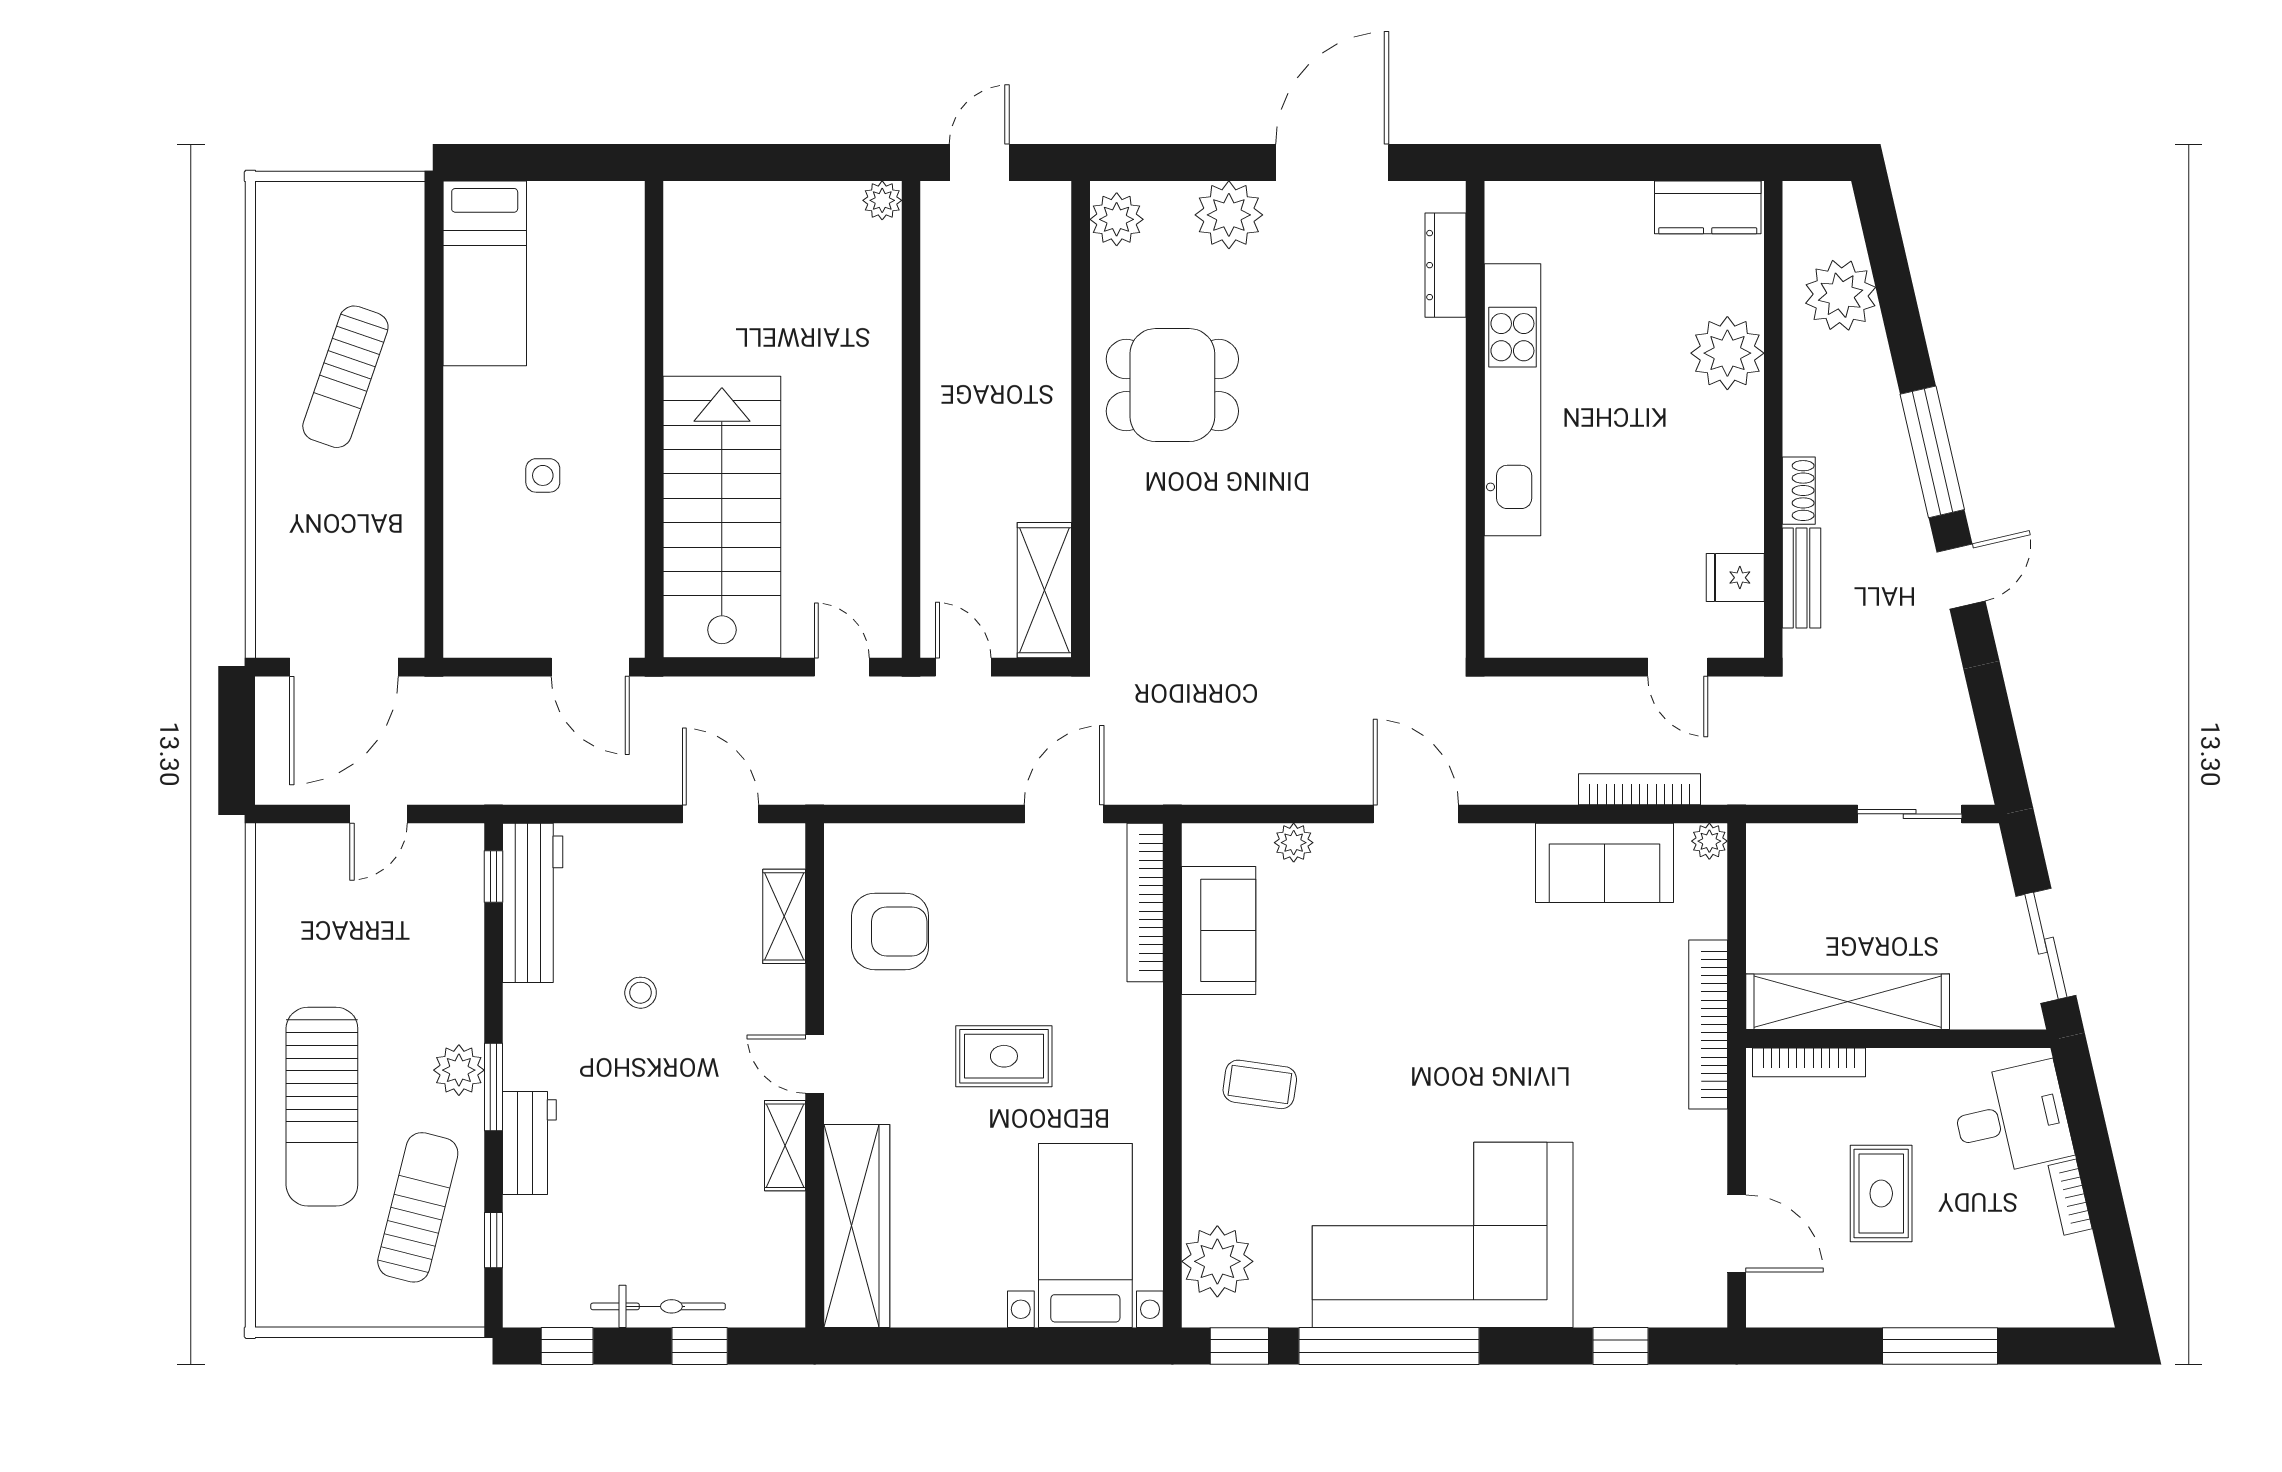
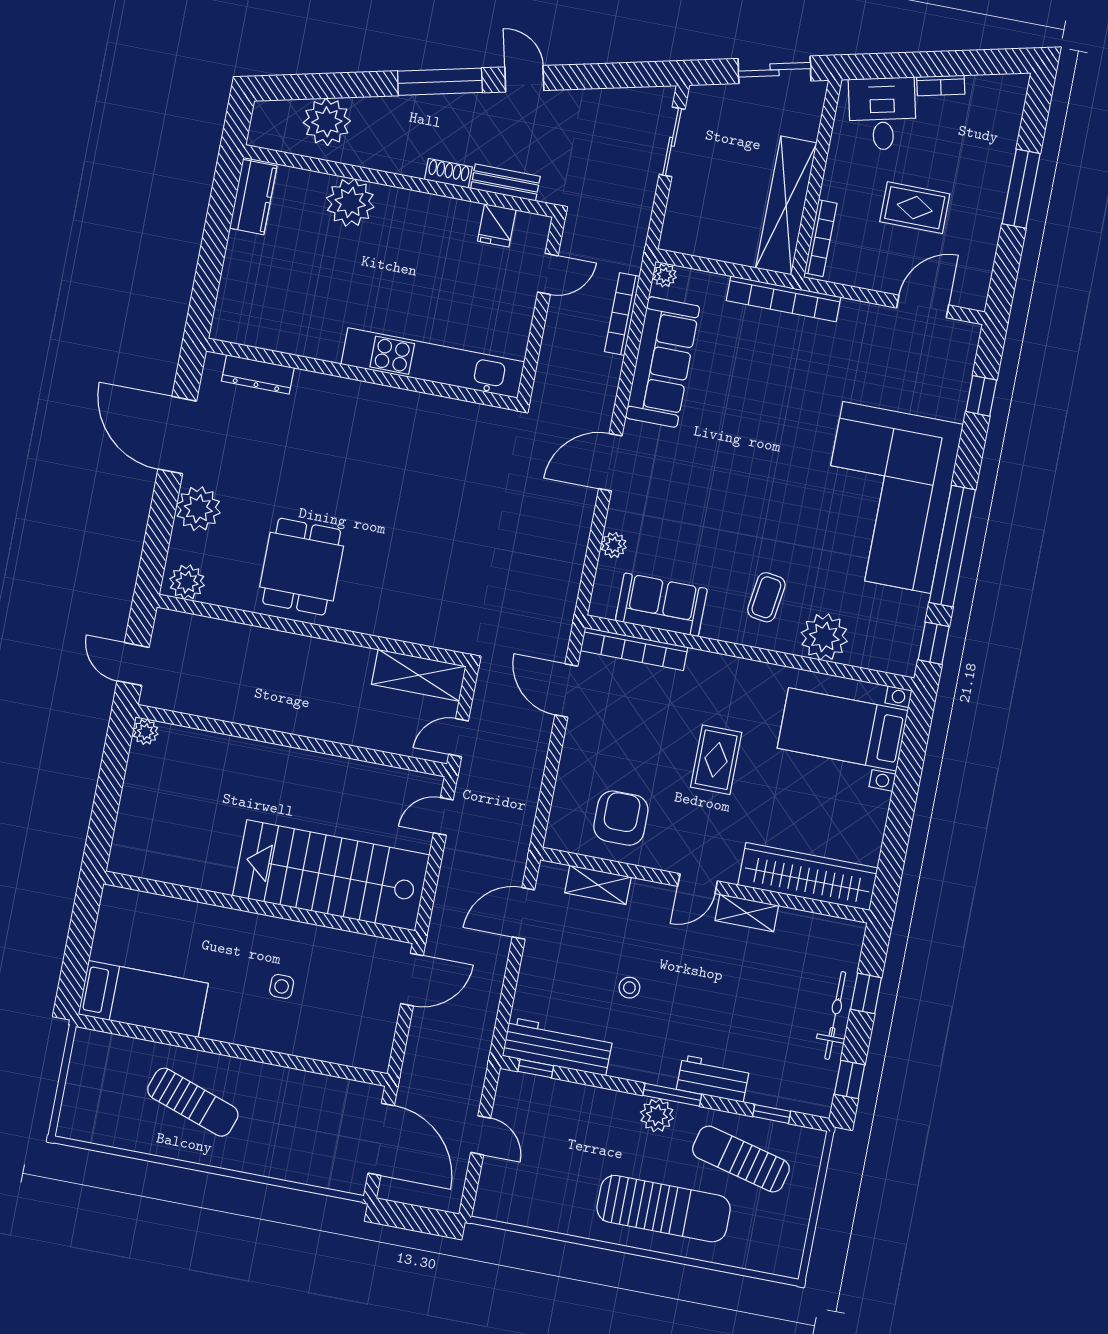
kitchen unit: (1512, 400) -> (433, 363), moved
sofa: (1604, 863) -> (663, 362), width x1.36
plant: (1217, 1261) -> (824, 637), moved

